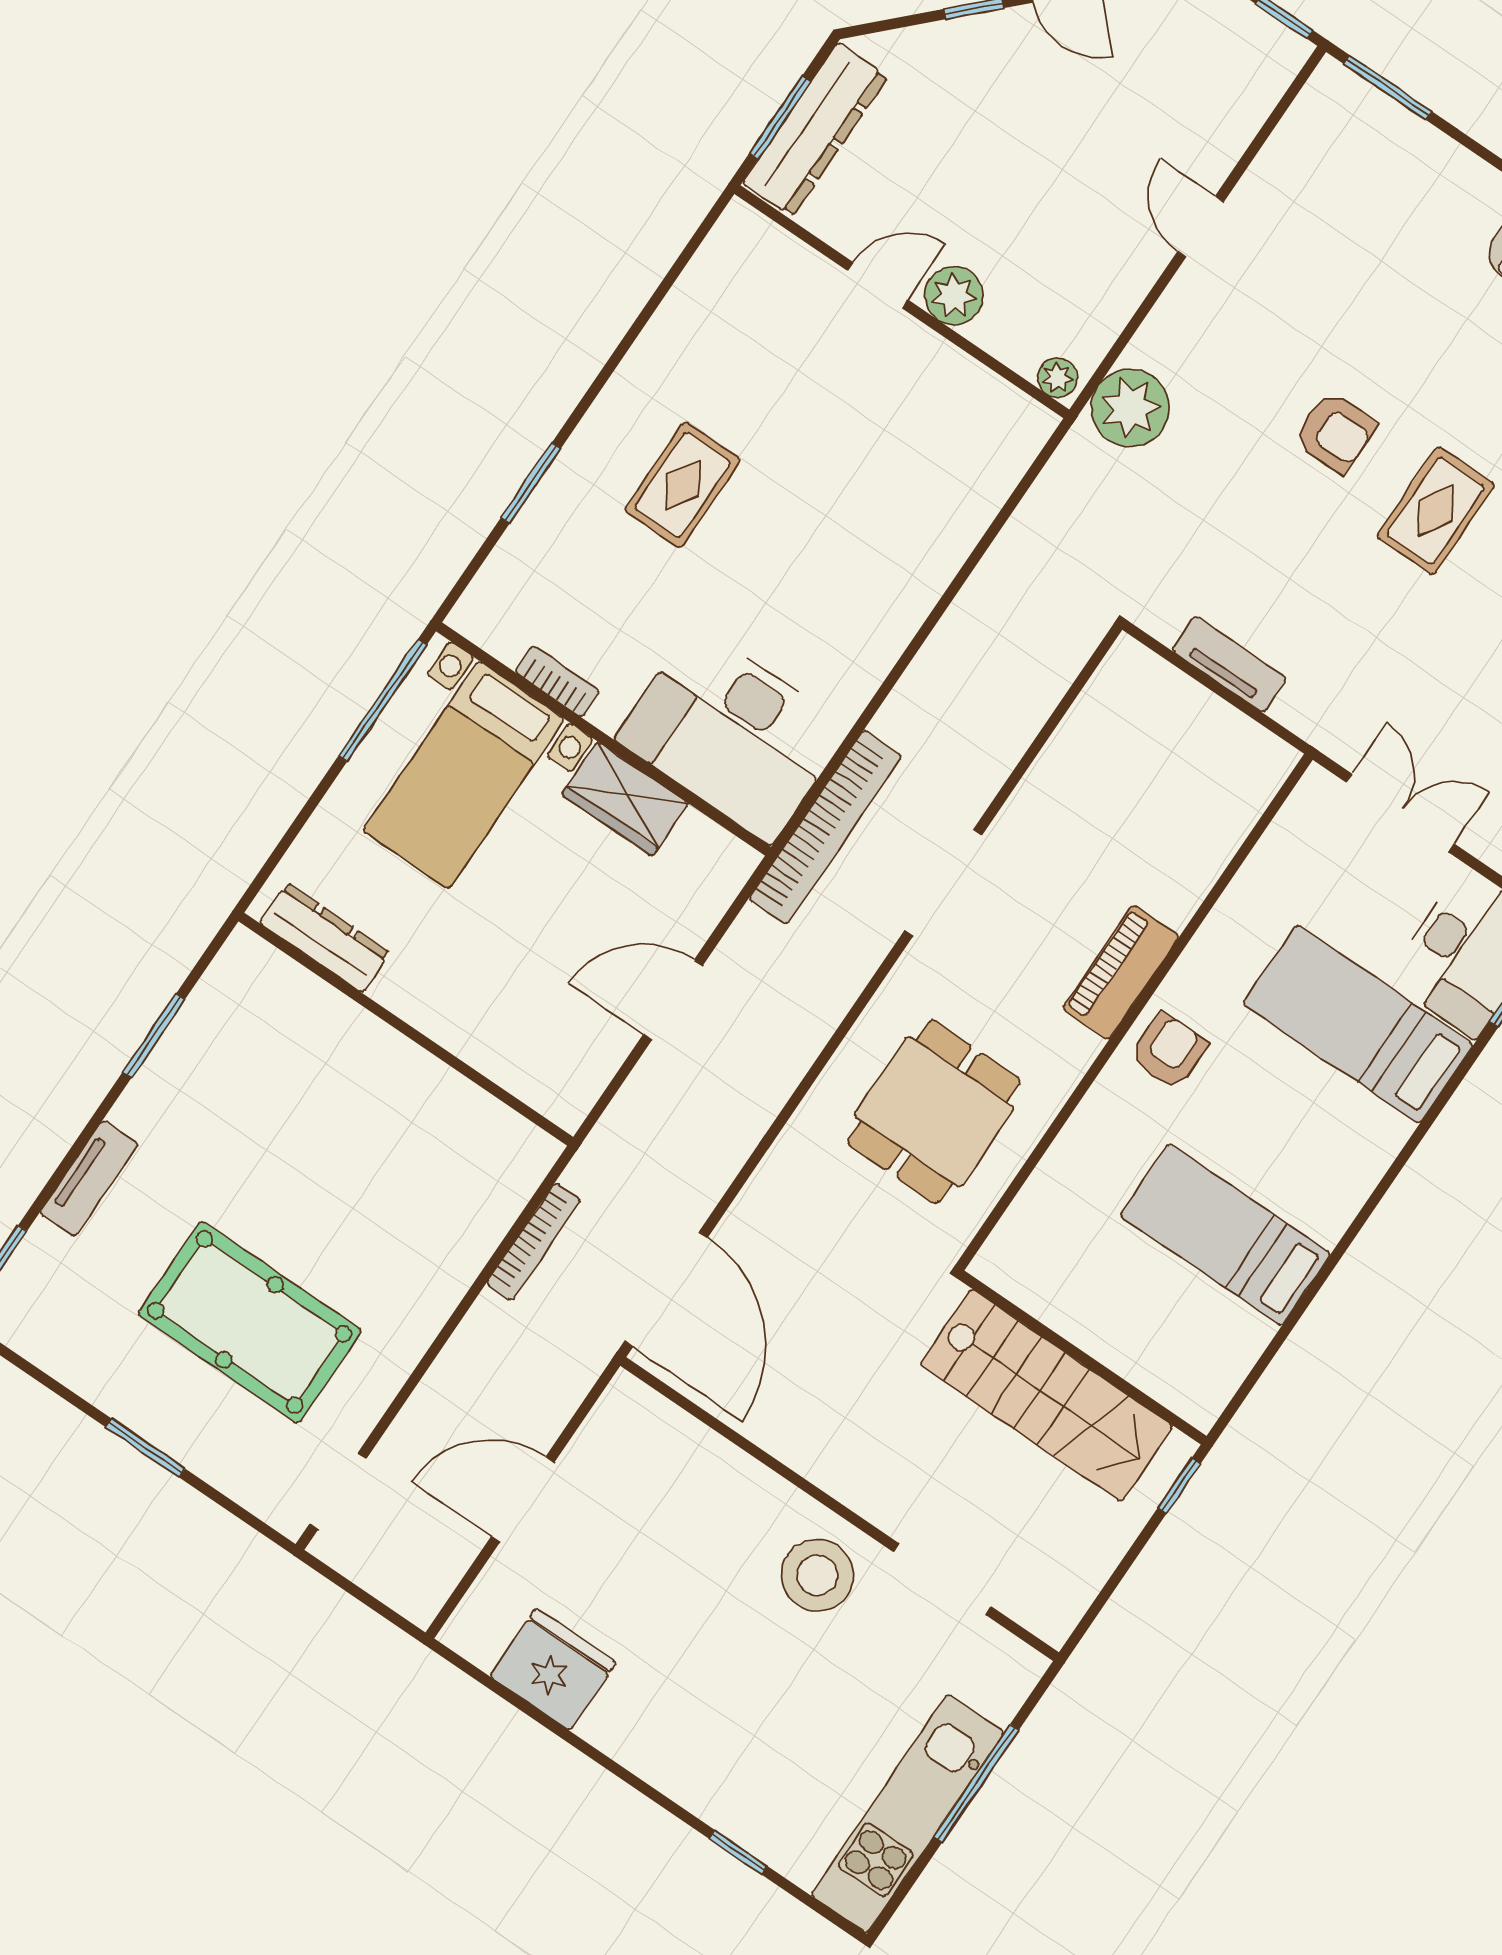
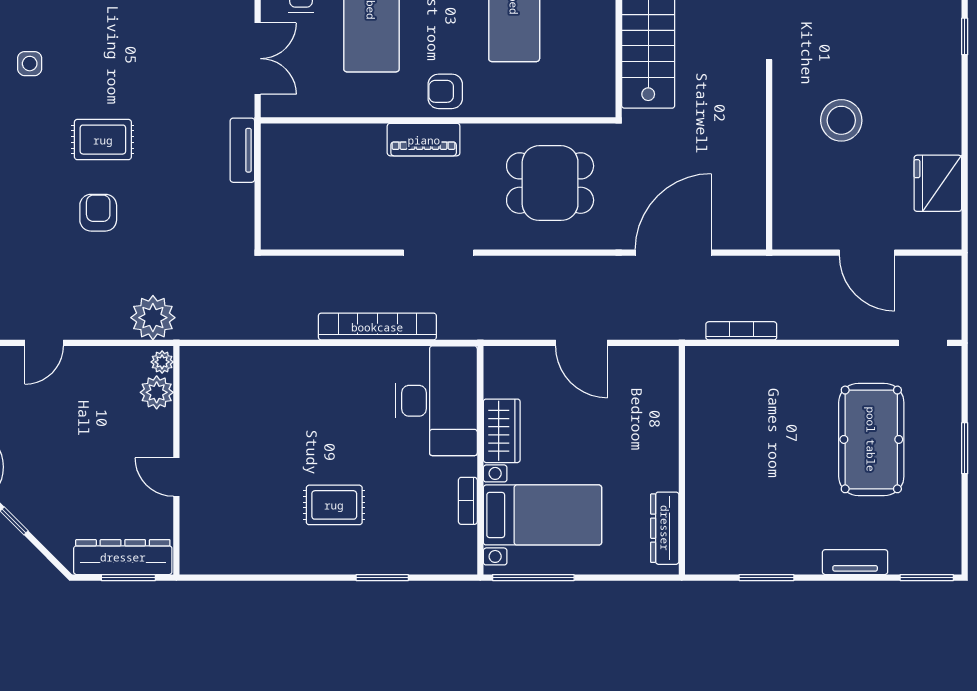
plant: (954, 296) -> (157, 392), moved
tv unit: (1229, 664) -> (242, 150), moved
double door: (1400, 813) -> (258, 59), swing flipped
bookcase: (825, 827) -> (377, 327), moved
door: (666, 1289) -> (673, 253), moved
stool: (817, 1575) -> (841, 120), moved

